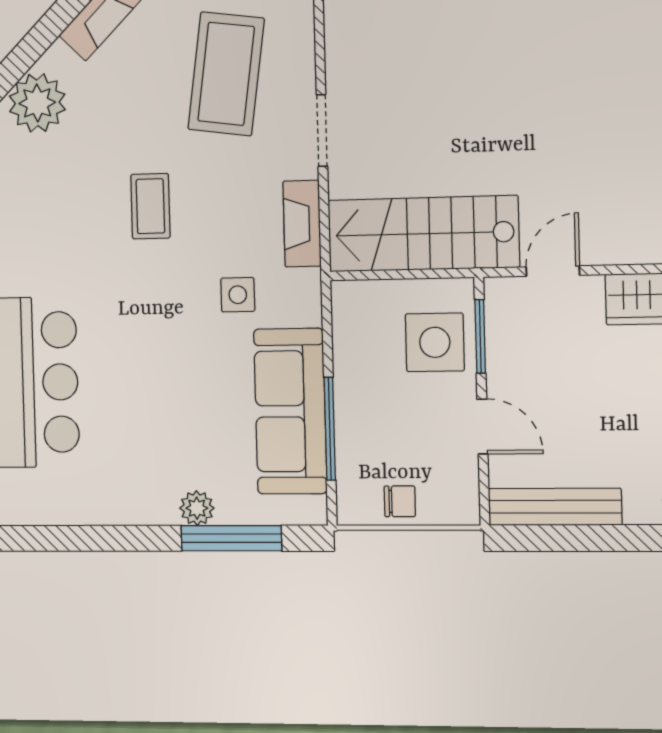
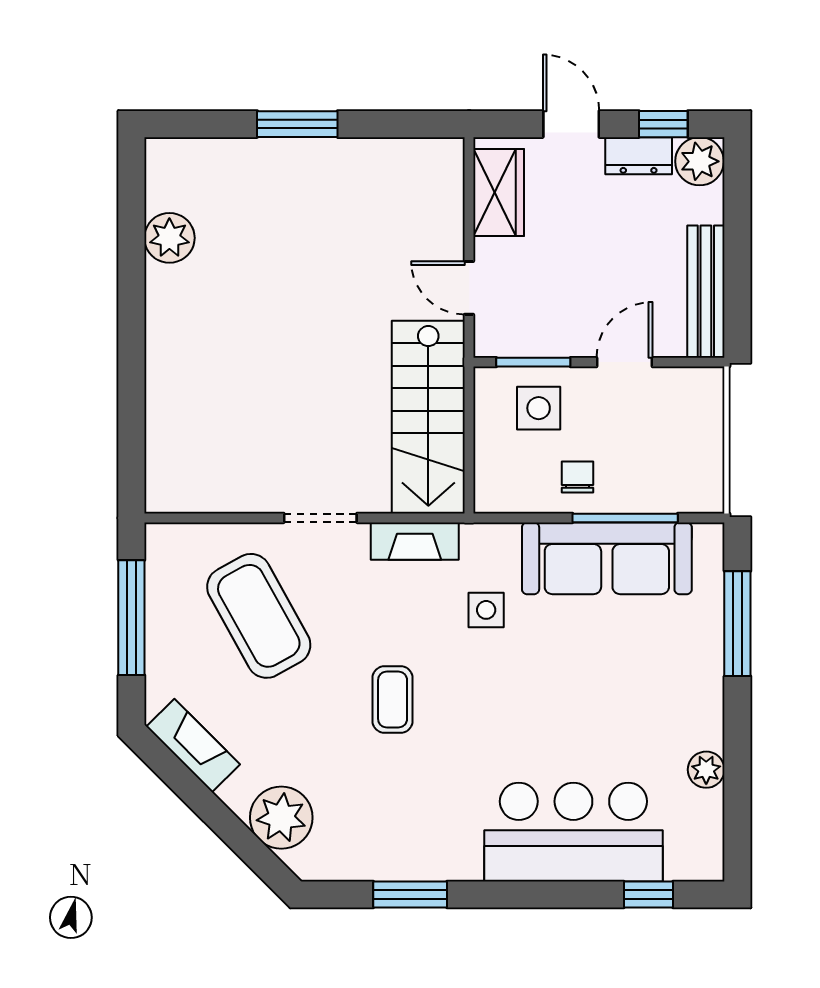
coffee table: (226, 74) -> (259, 616), turned 53
coffee table: (150, 206) -> (393, 700), turned 90
side table: (435, 342) -> (539, 408), width x0.73, depth x0.73
chair: (400, 501) -> (577, 477), moved
plant: (197, 508) -> (706, 770), moved

